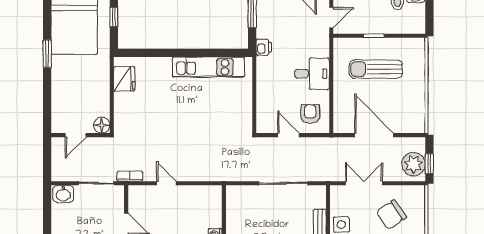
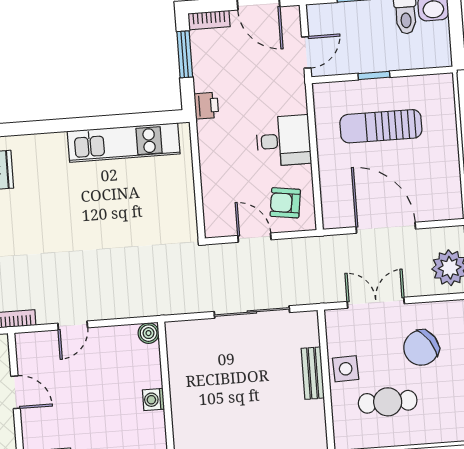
armchair: (310, 114) -> (285, 203), turned -82
door: (166, 183) -> (73, 325), swing flipped
boiler: (215, 192) -> (149, 333), added

